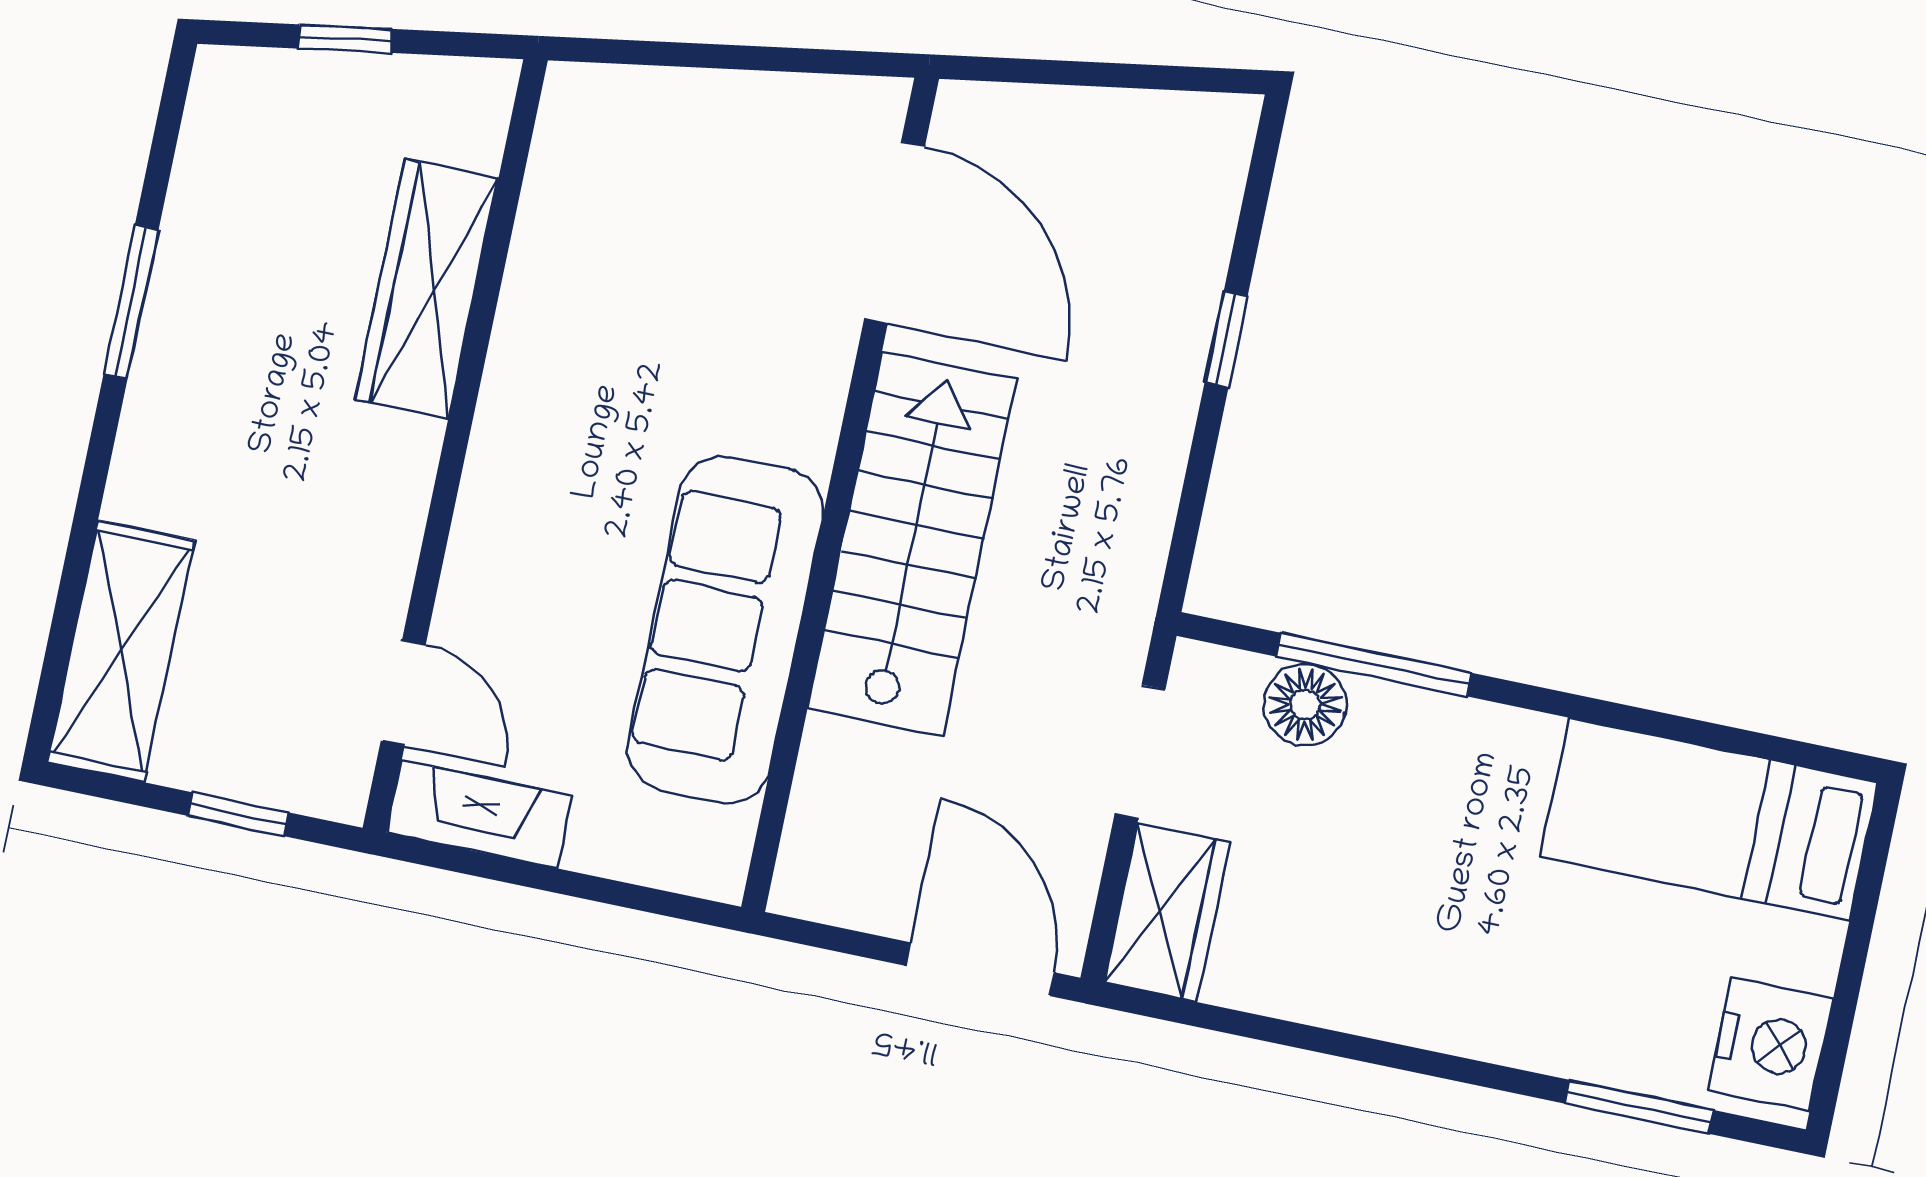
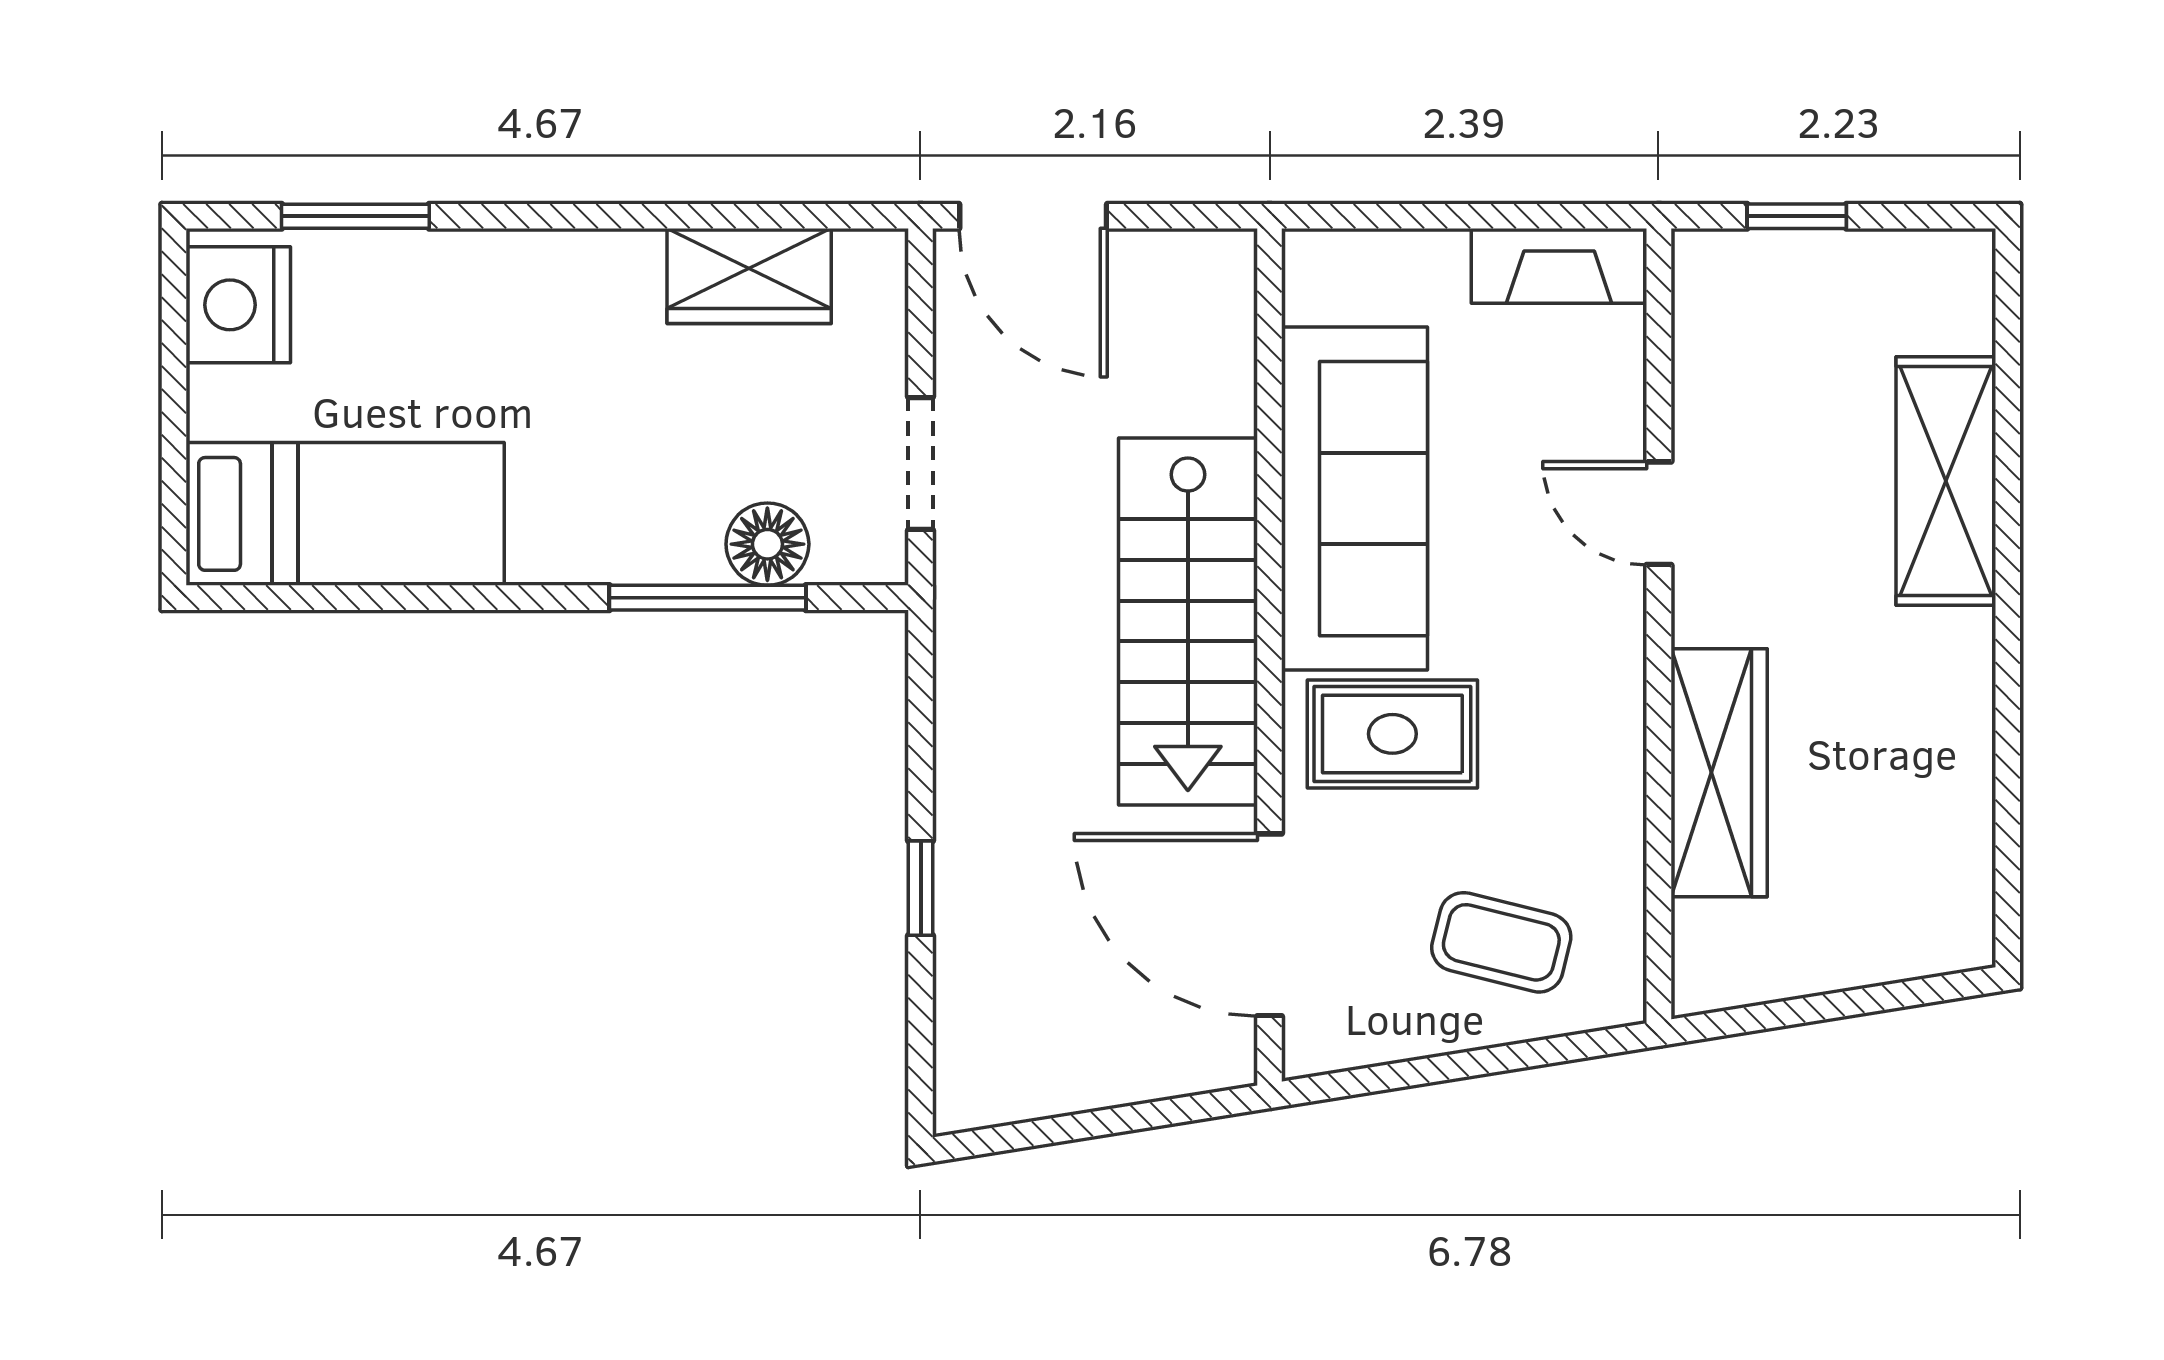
window: (345, 39) -> (1851, 1003), removed
coffee table: (673, 169) -> (1501, 942), added
window: (131, 302) -> (2008, 699), removed
rug: (736, 393) -> (1392, 734), added
shelving: (121, 651) -> (1946, 481), moved
door: (403, 693) -> (1659, 513), moved
wardrobe: (1167, 913) -> (749, 276), moved, turned -90

